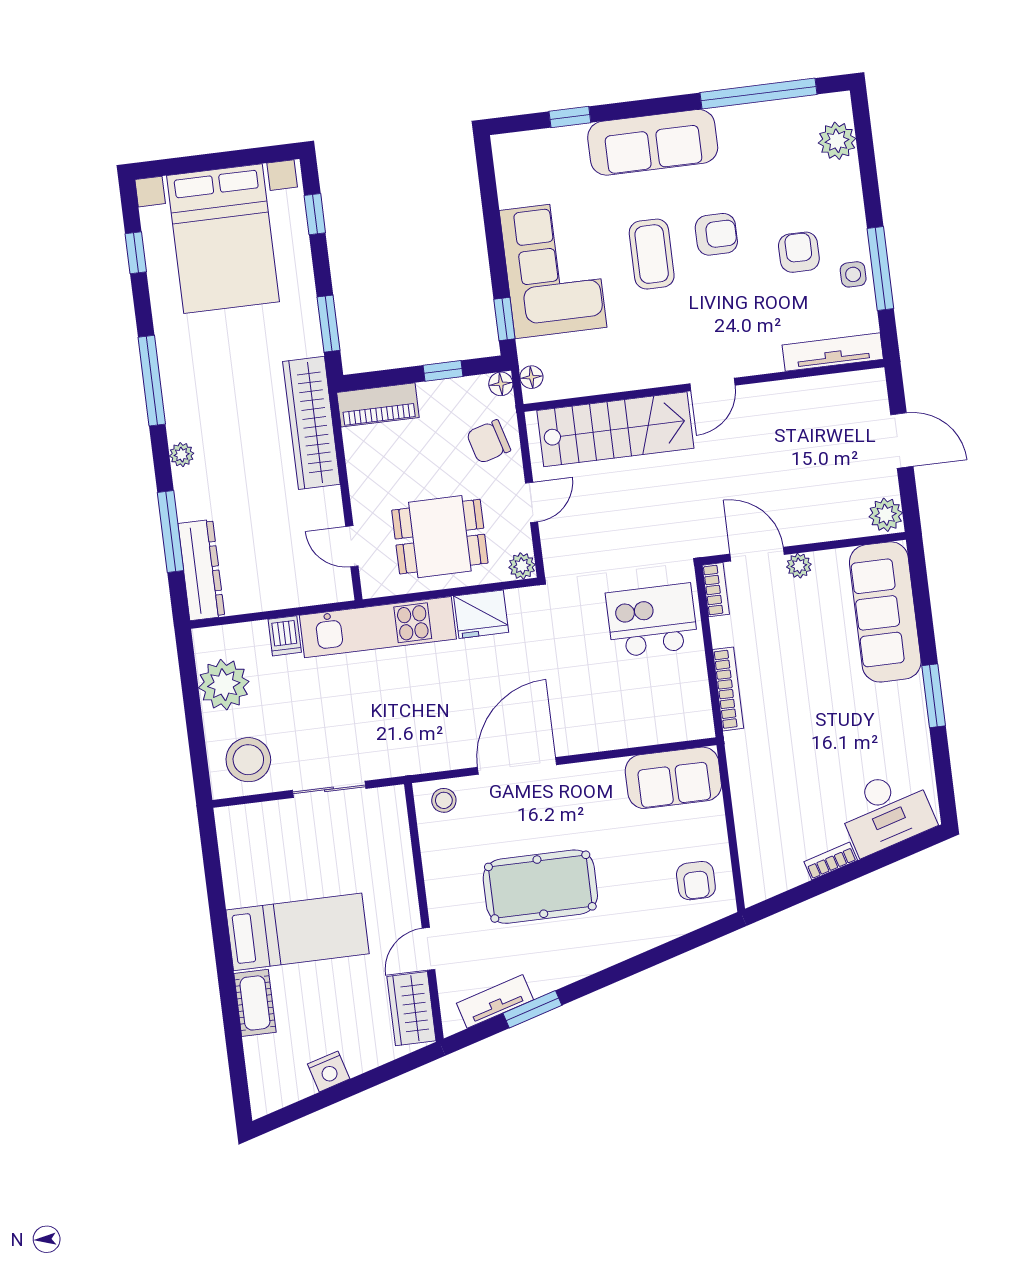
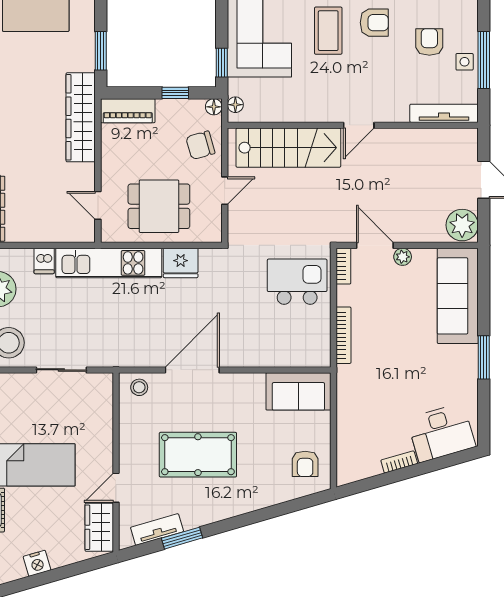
plant: (886, 515) -> (462, 225), width x1.36, depth x1.36
plant: (522, 566) -> (213, 233), removed

